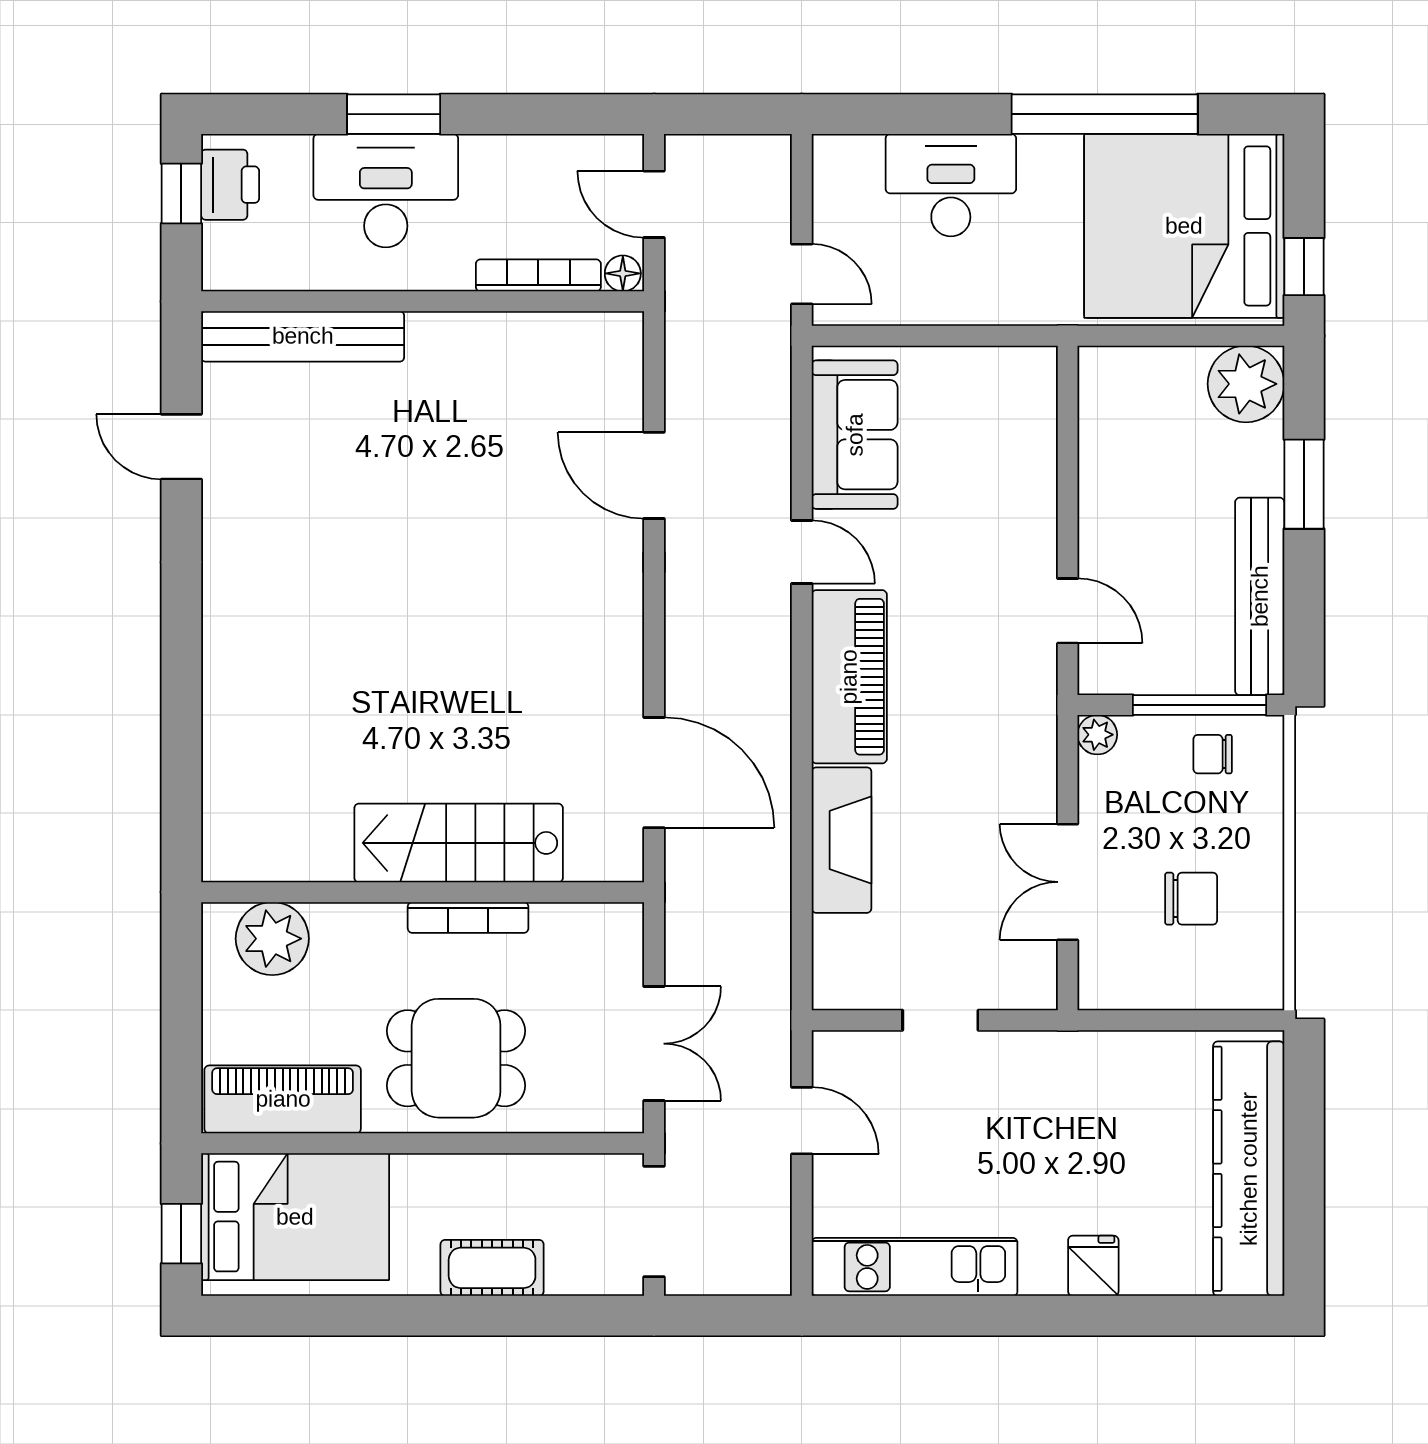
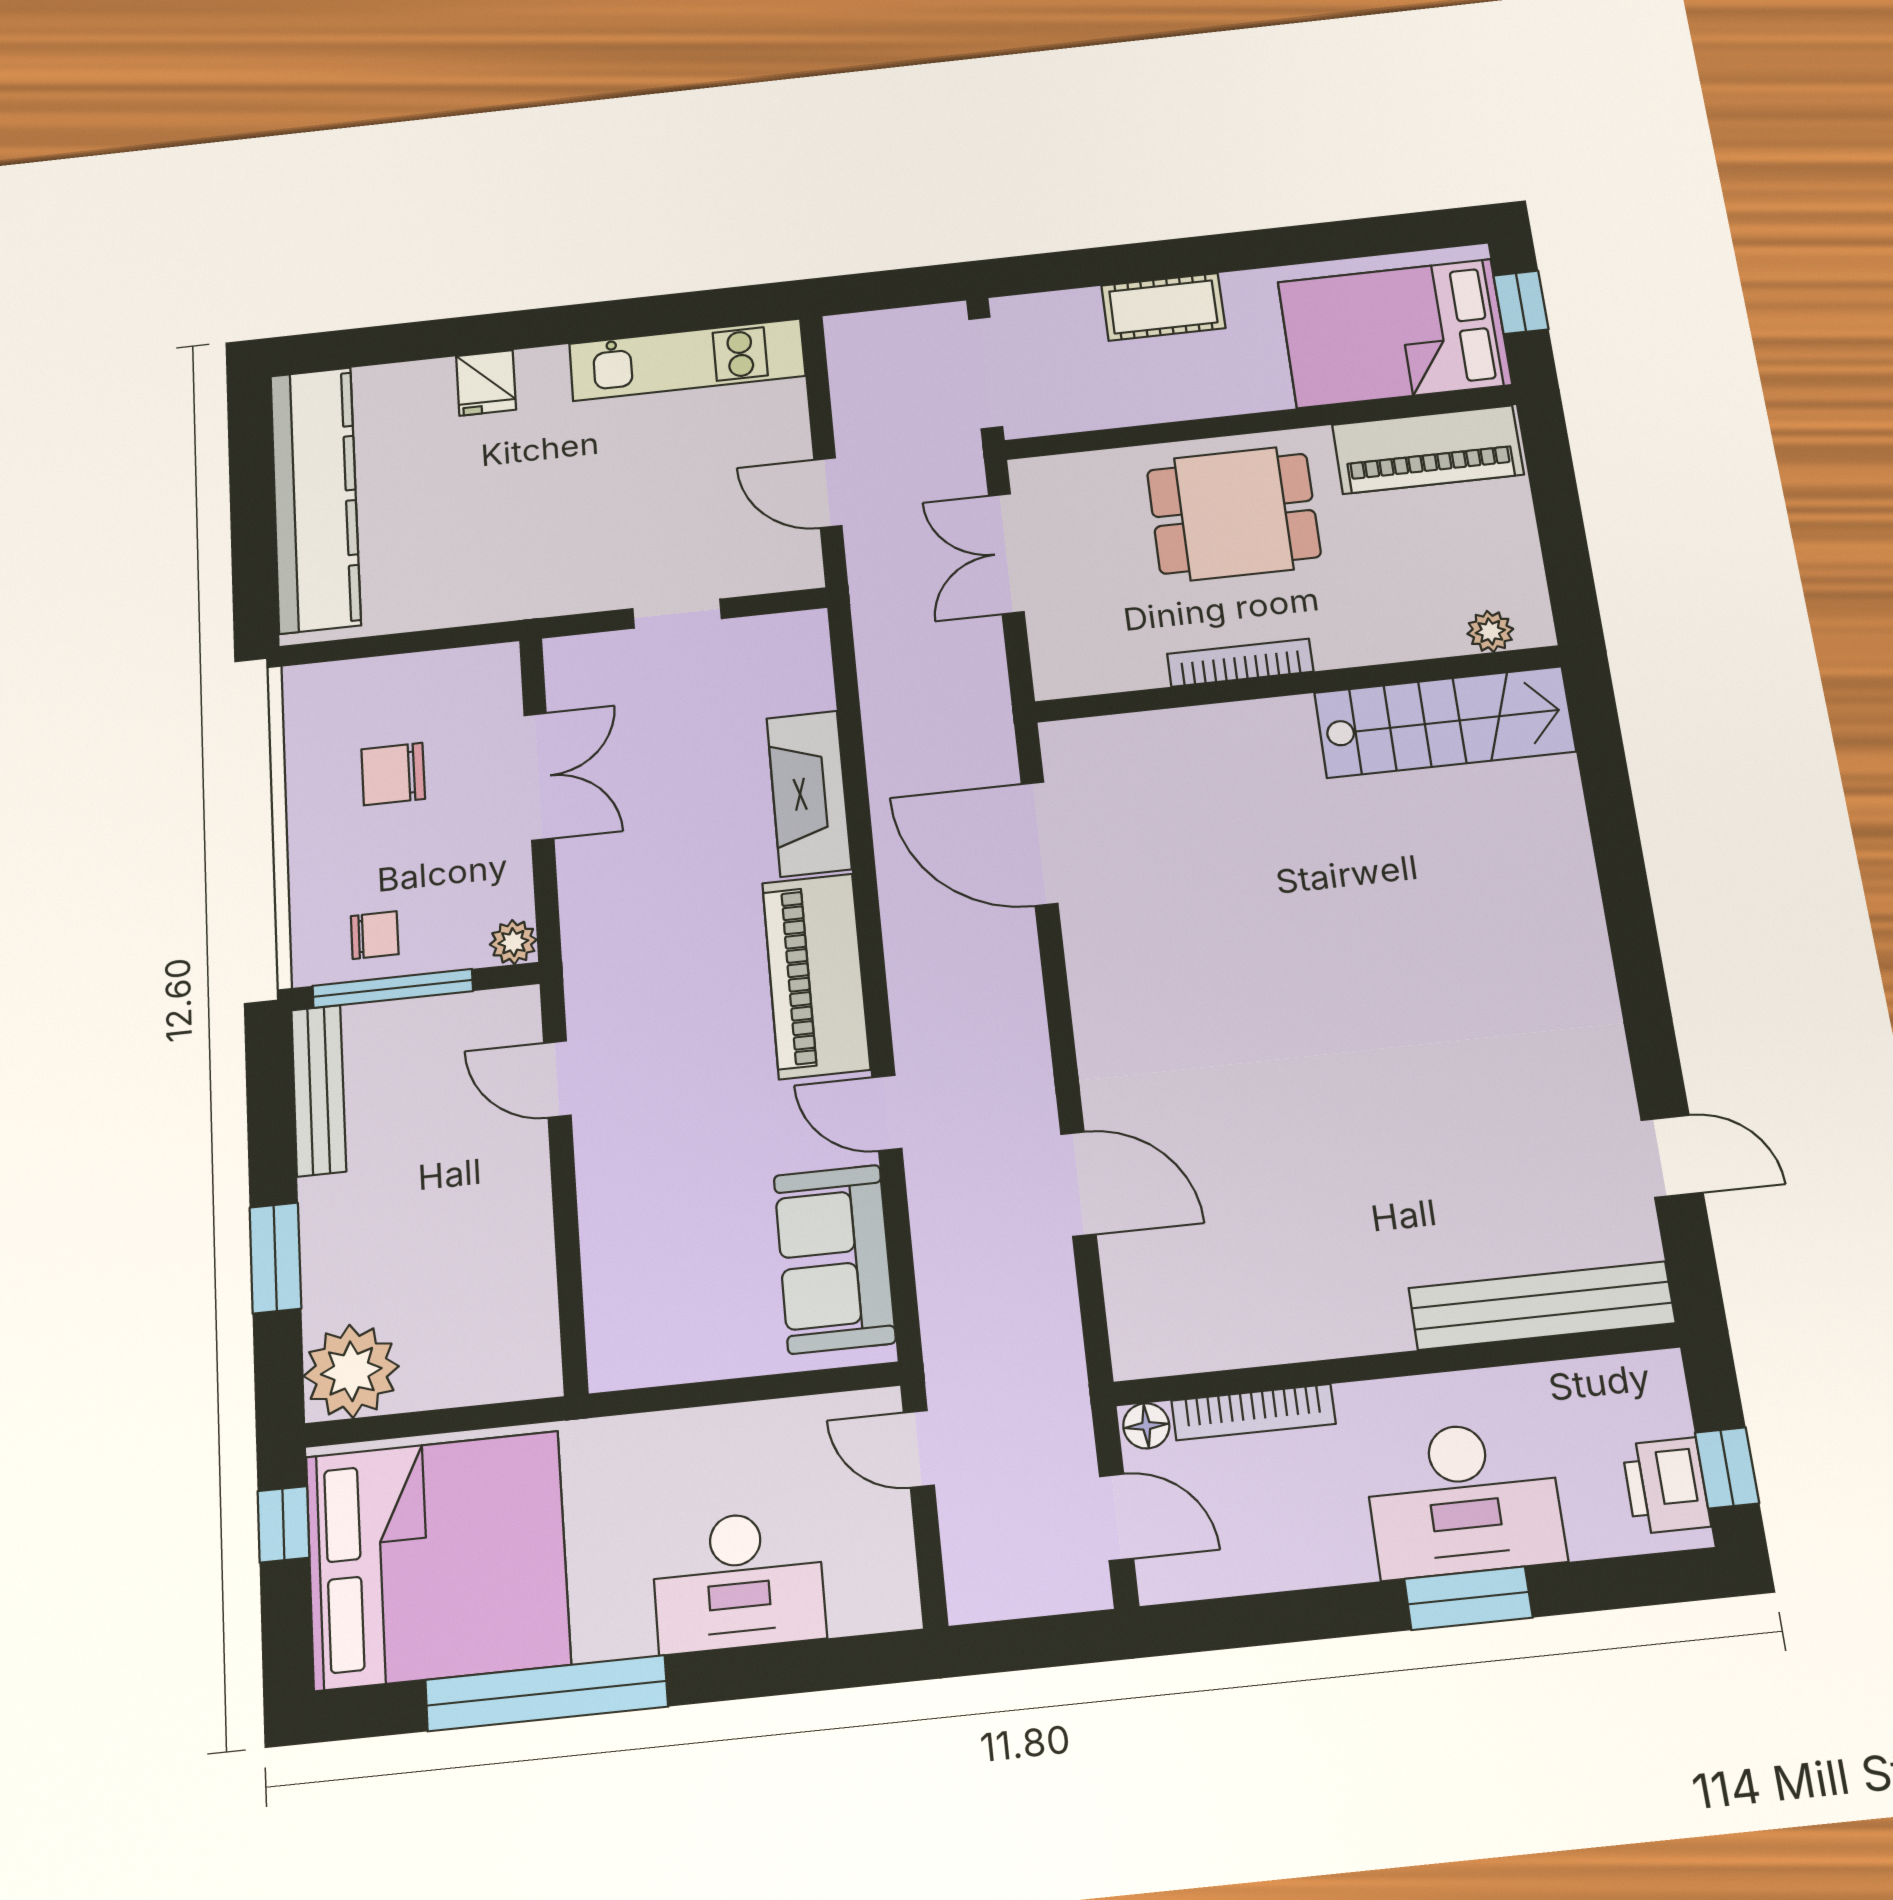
bench: (1260, 596) -> (319, 1090), width x0.73, depth x0.82
stairs: (459, 843) -> (1445, 722), moved
plant: (272, 939) -> (1490, 631), width x0.53, depth x0.53

